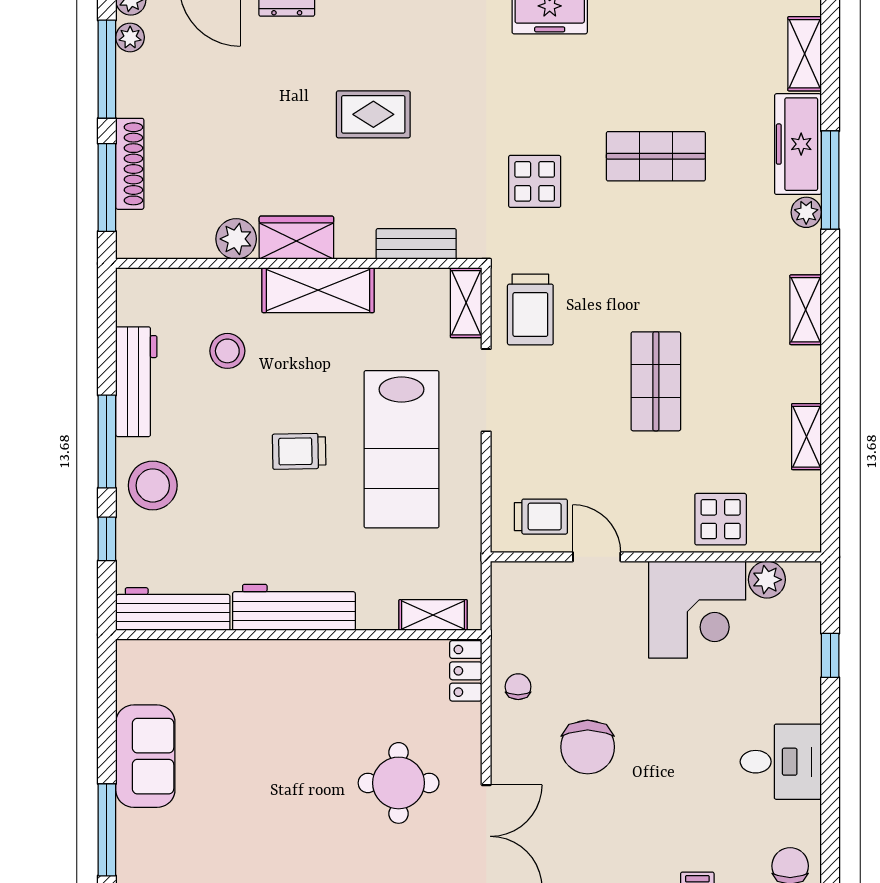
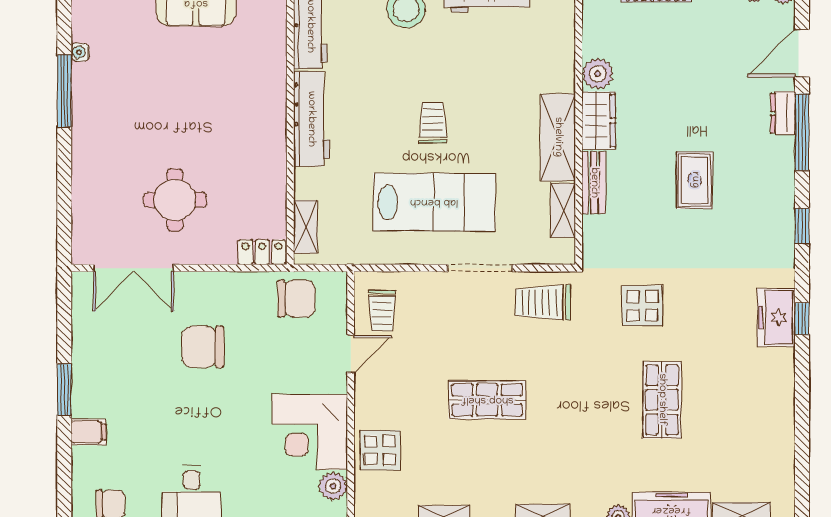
bench: (416, 244) -> (594, 183), moved
shelving: (466, 303) -> (563, 210), moved, turned 90
stool: (227, 351) -> (511, 67), removed
lab bench: (402, 449) -> (434, 202), turned 180
chair: (518, 687) -> (296, 299), moved, width x1.87, depth x1.87

